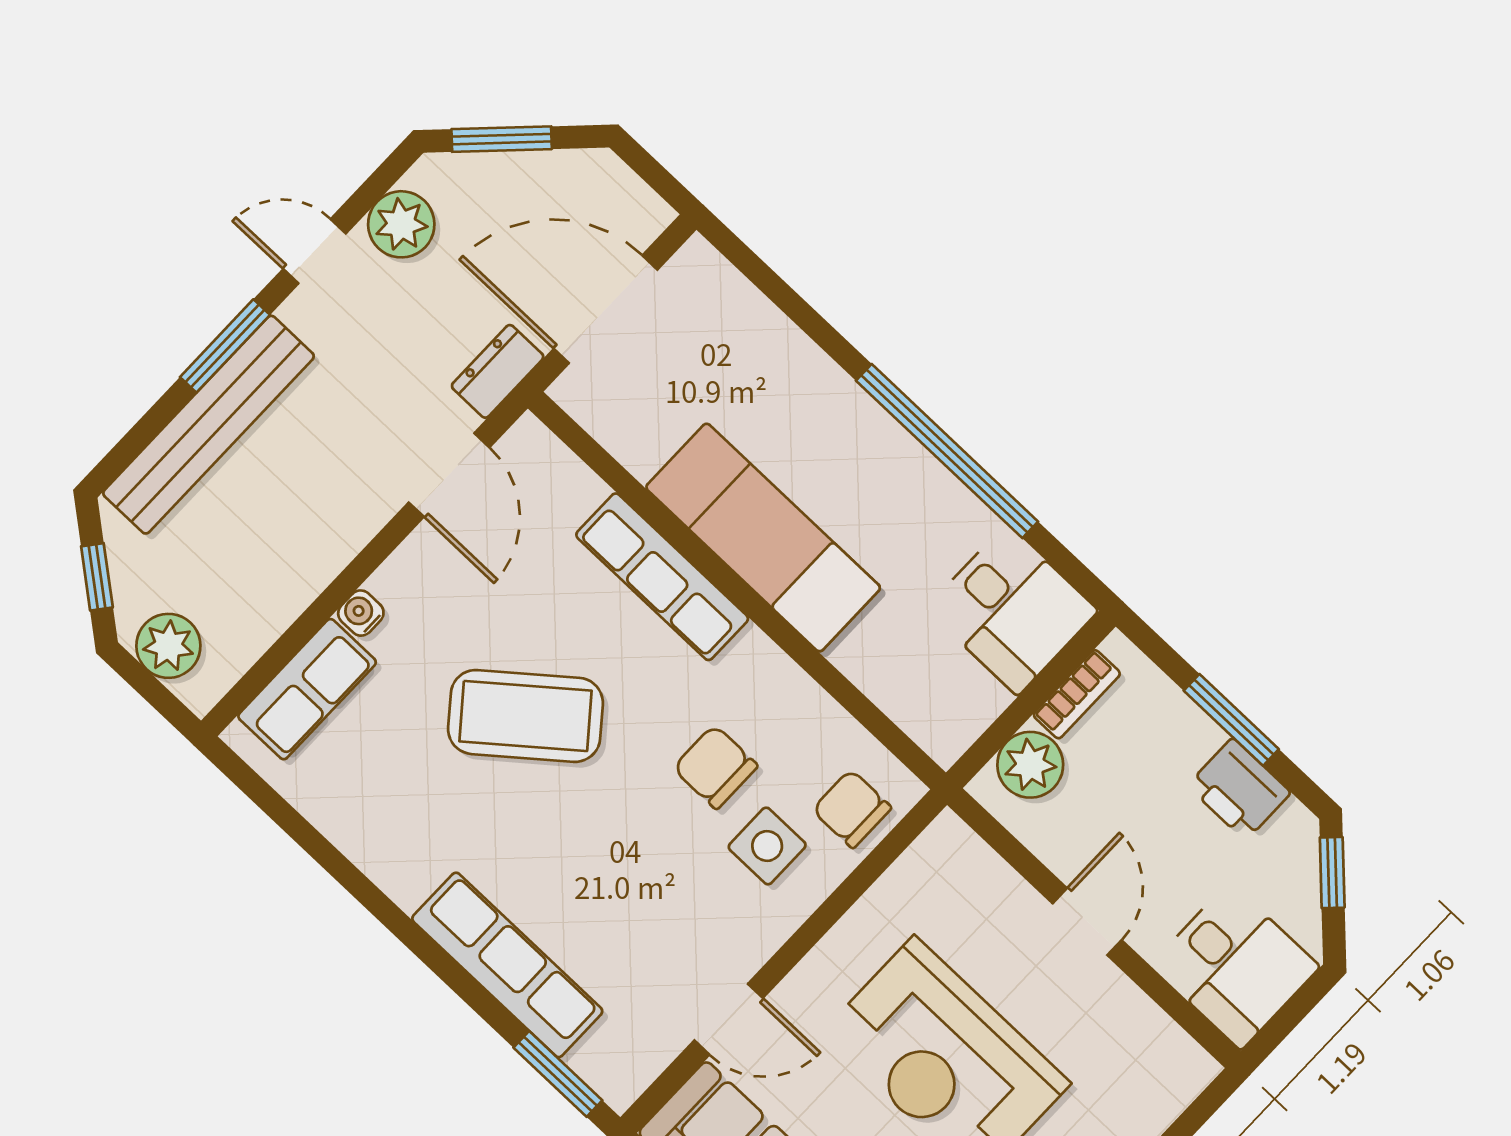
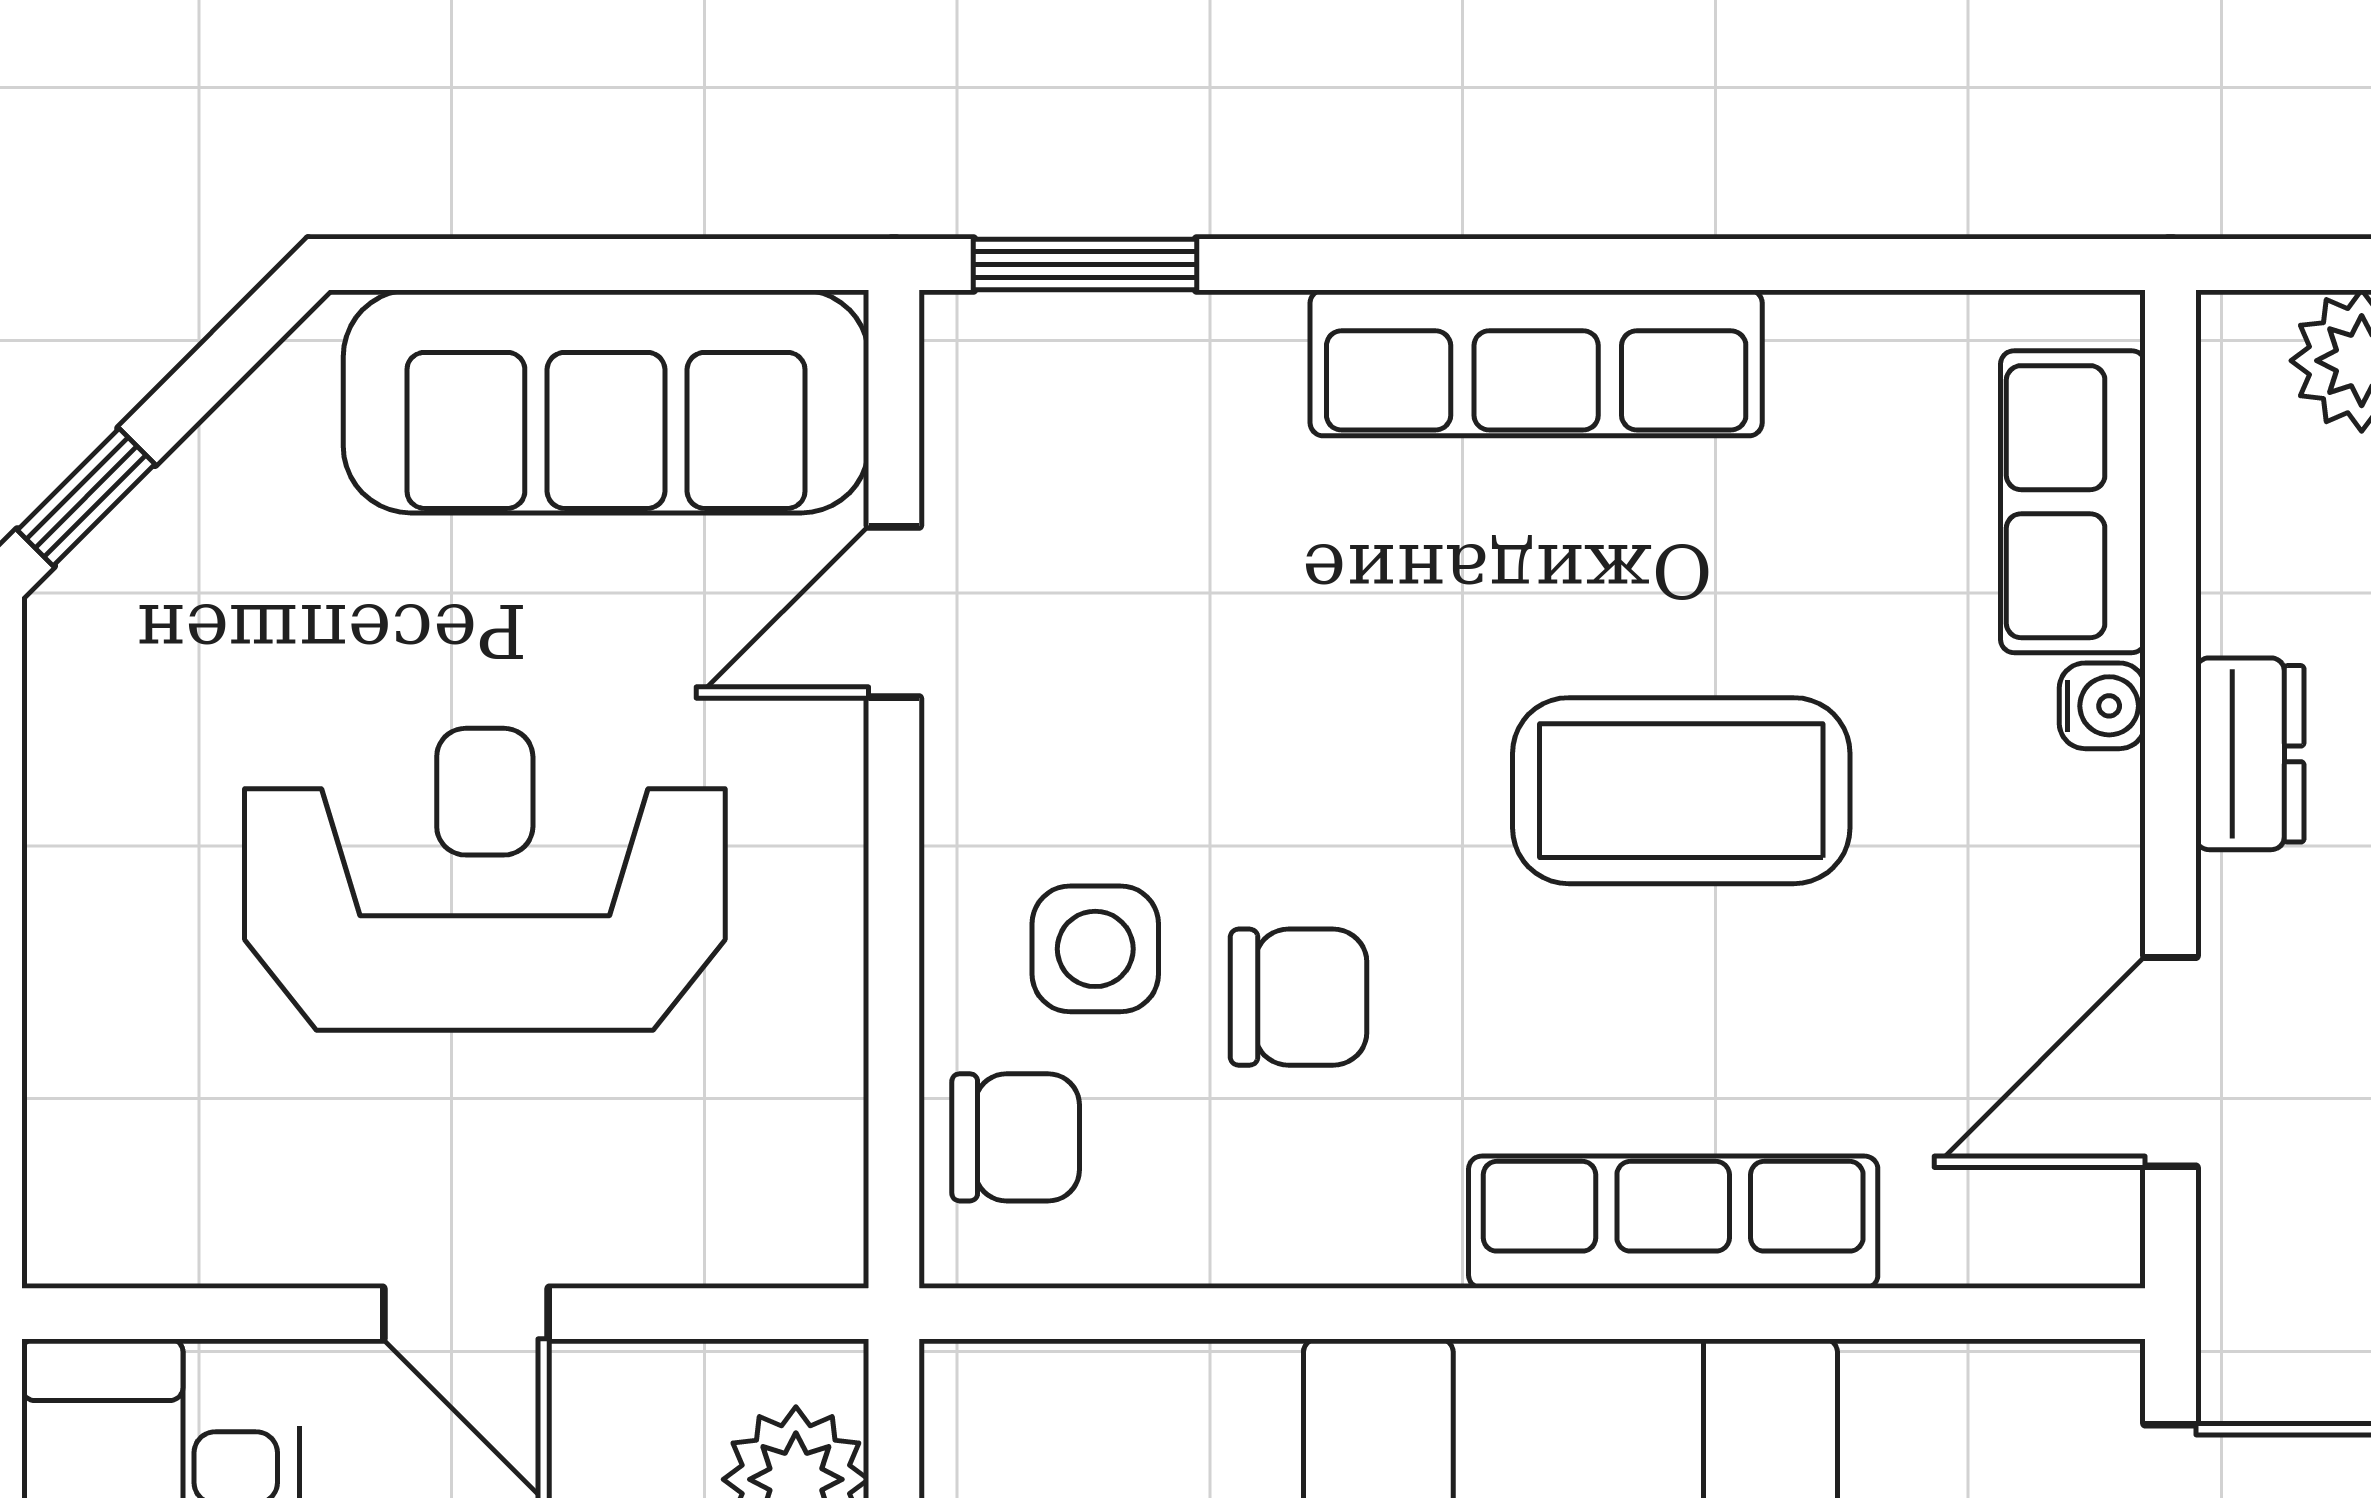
dresser: (498, 371) -> (2250, 754), moved
door: (449, 475) -> (2170, 1062), hinge flipped
coffee table: (525, 716) -> (1681, 791), turned 39
row of seats: (507, 965) -> (1536, 363), moved

